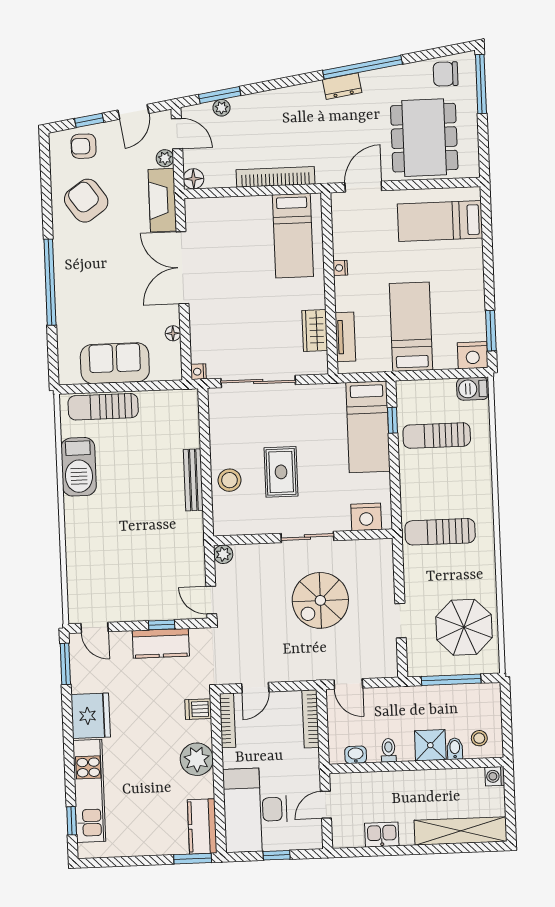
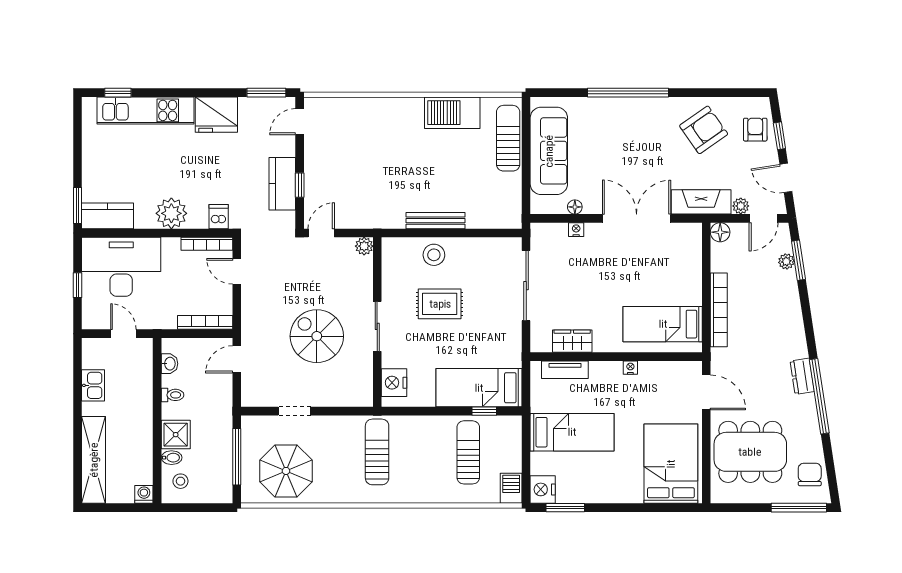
bed: (440, 221) -> (671, 464), width x1.50
sofa: (115, 363) -> (549, 151), width x1.36
nightstand: (198, 372) -> (576, 230), moved

